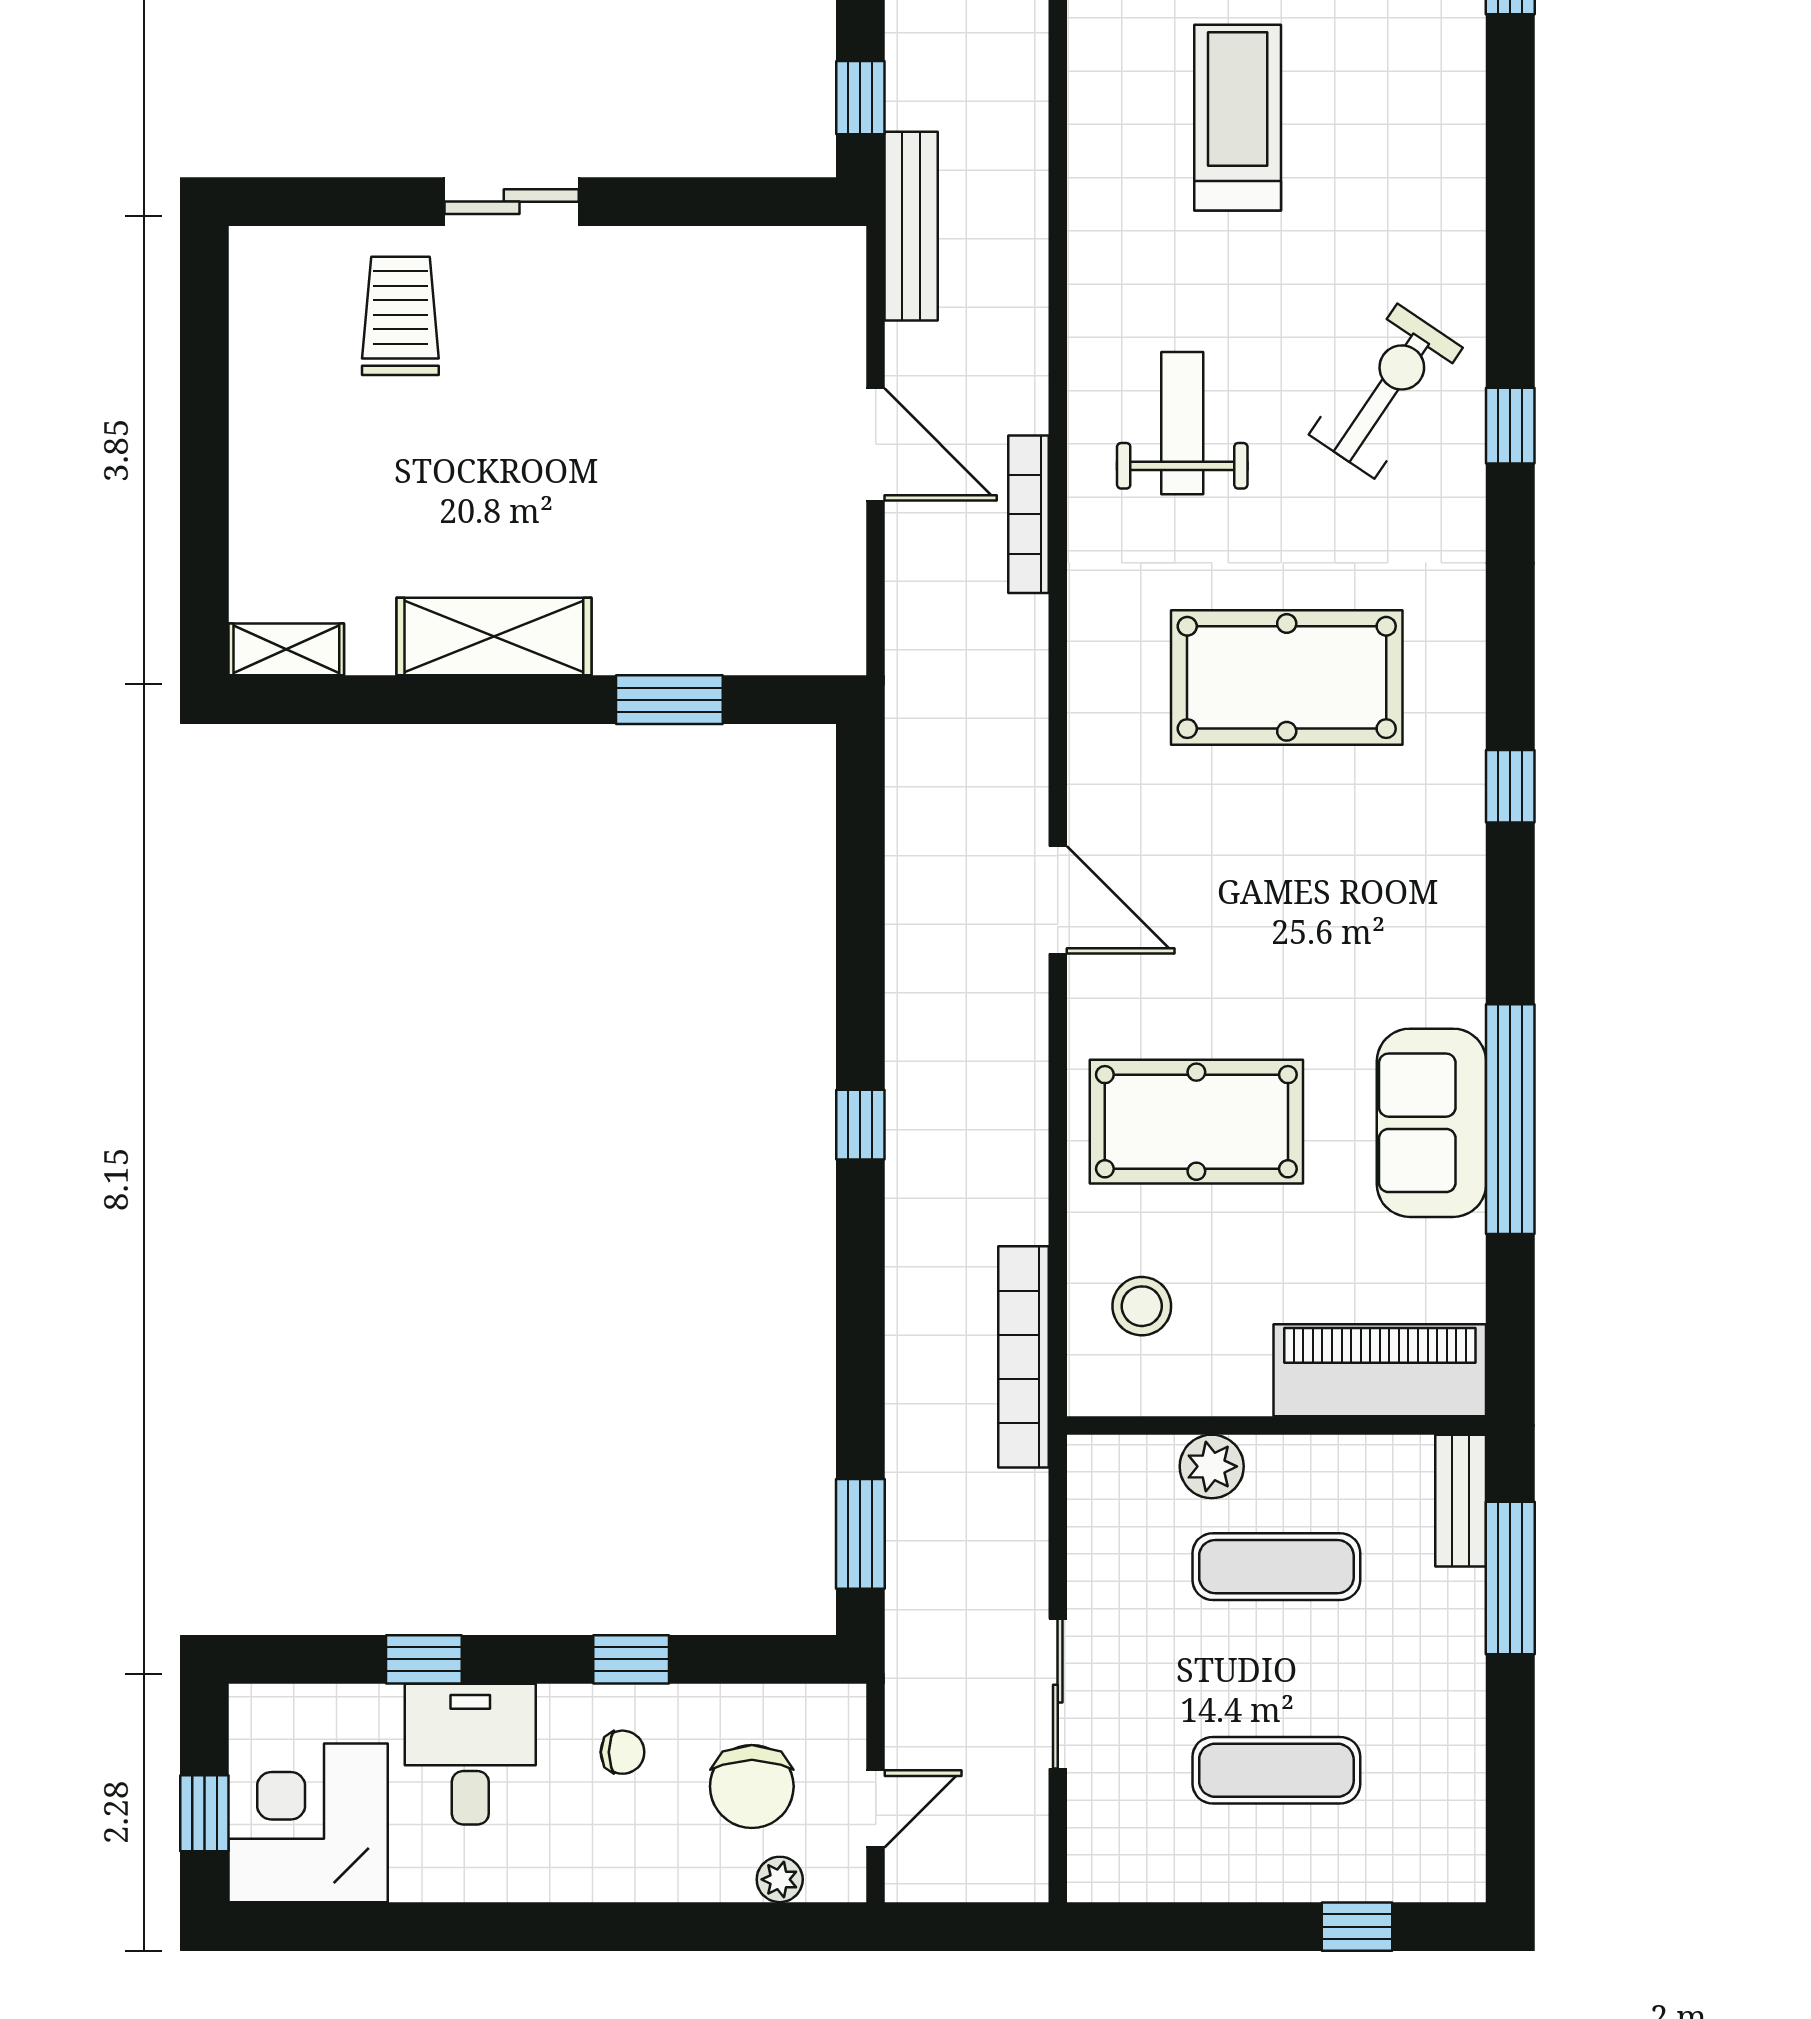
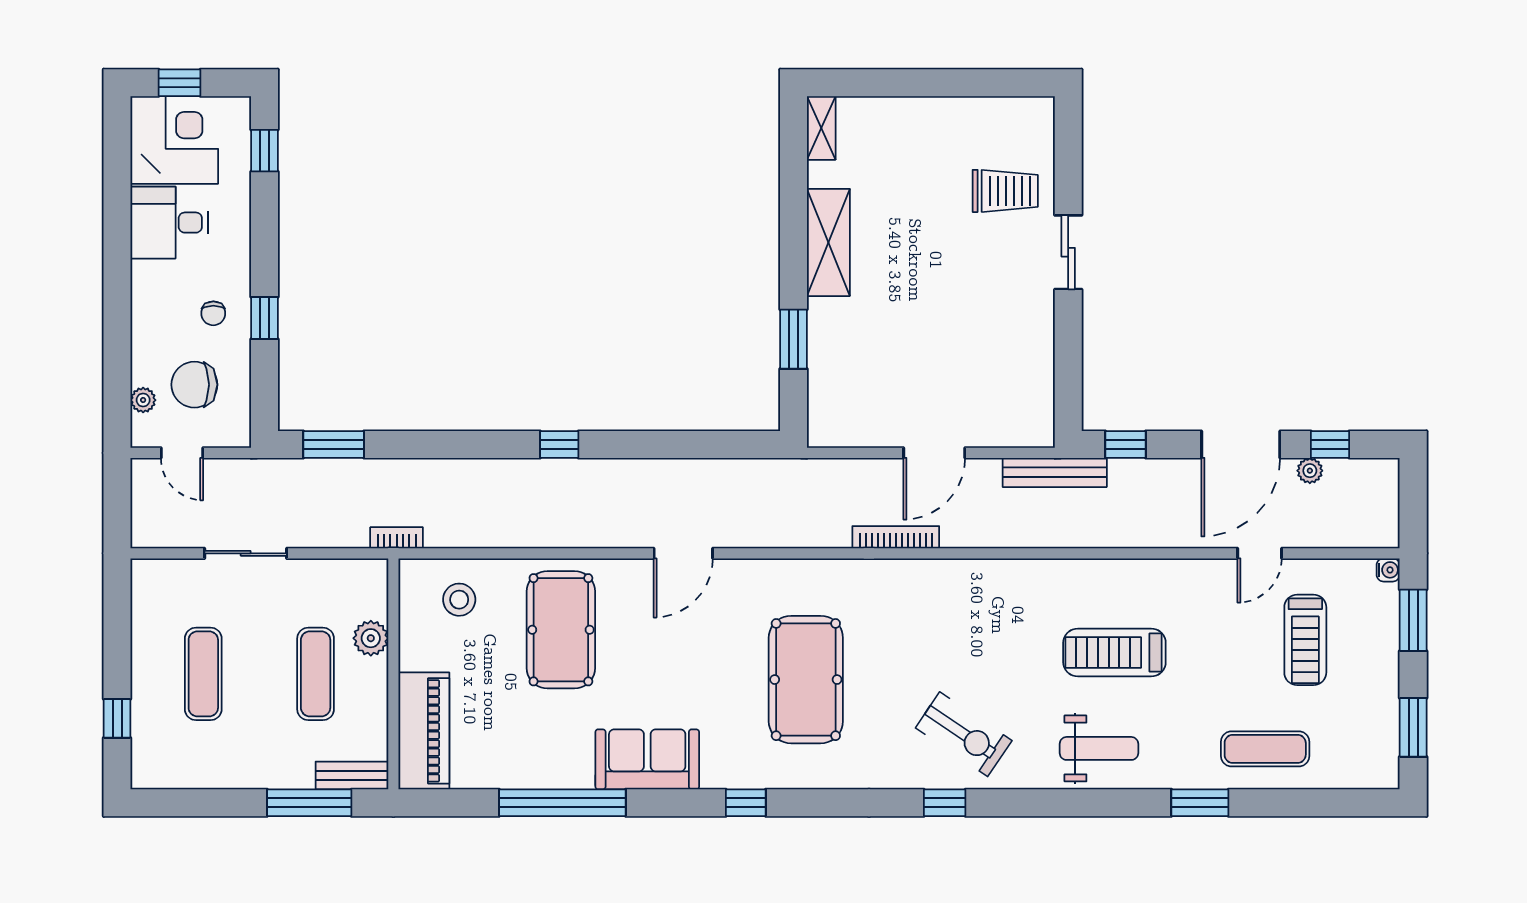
treadmill: (1238, 118) -> (1114, 653), turned 180
weight bench: (1182, 423) -> (1099, 748), moved
sofa: (1431, 1123) -> (647, 759), moved
bookcase: (1023, 1357) -> (397, 538), width x0.43, depth x0.76
window: (424, 1659) -> (264, 151), moved
desk: (470, 1754) -> (169, 223), moved, turned 180

